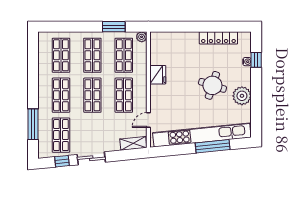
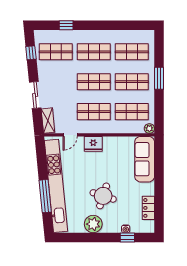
window: (114, 27) -> (159, 78), moved
locker: (218, 38) -> (148, 208), width x0.66
sofa: (174, 42) -> (145, 159), added
fridge: (158, 75) -> (93, 144), moved
door: (148, 120) -> (70, 135), swing flipped
window: (33, 124) -> (66, 25), width x0.46
sliding door: (91, 158) -> (35, 95), moved

